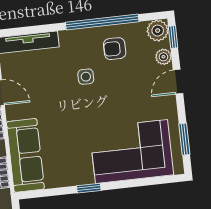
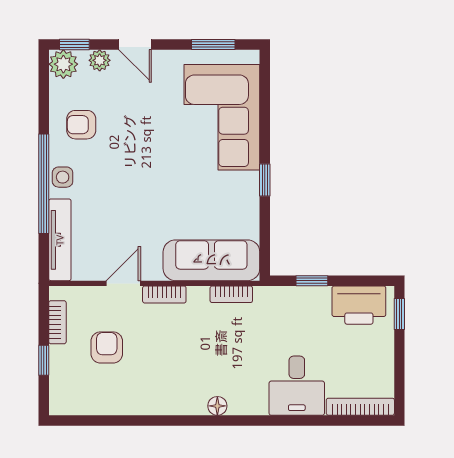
window: (102, 22) -> (44, 184), moved
armchair: (115, 49) -> (81, 125), turned 90
side table: (86, 77) -> (63, 177), moved

